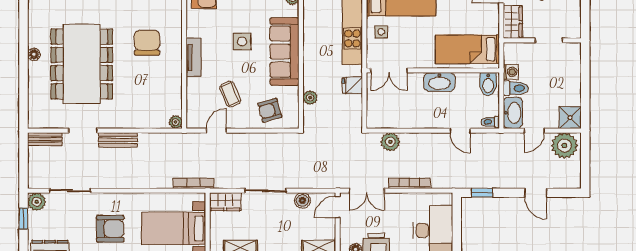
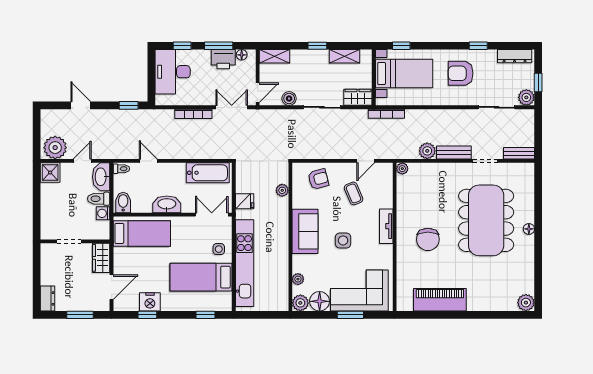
sofa: (285, 52) -> (305, 231), width x0.73
bathtub: (394, 117) -> (208, 173), added
plant: (390, 142) -> (427, 151), moved

